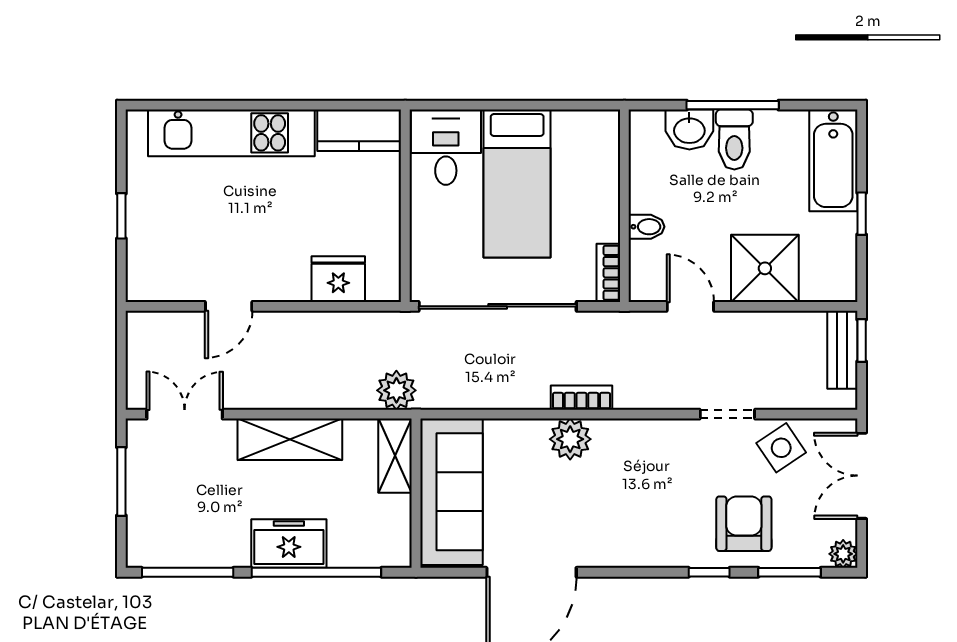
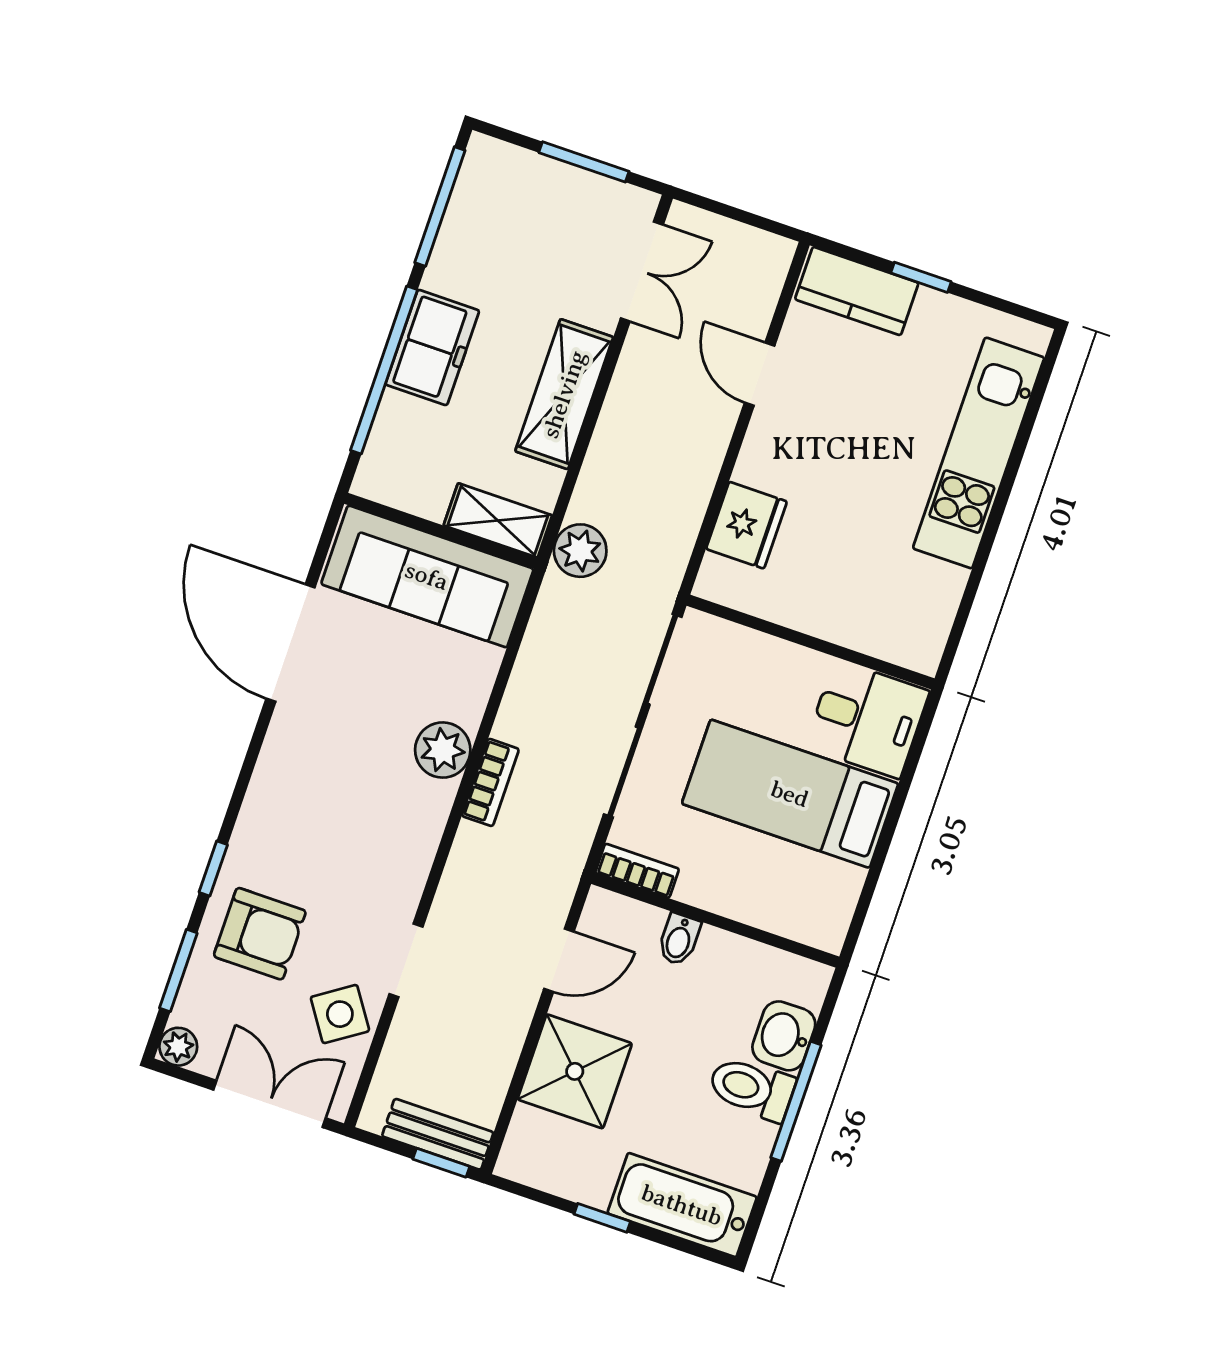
kitchen counter: (359, 130) -> (857, 291), moved, turned -90

